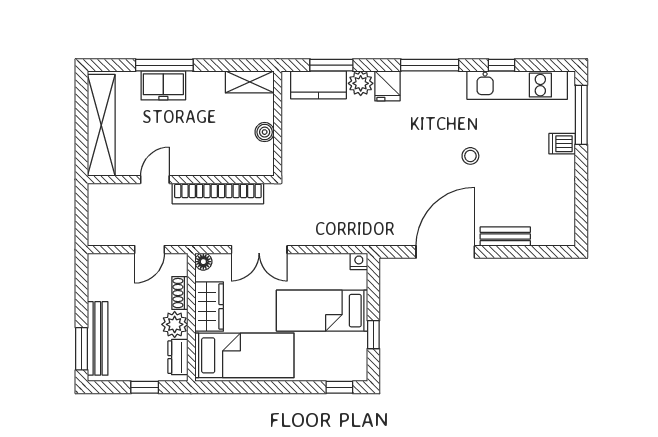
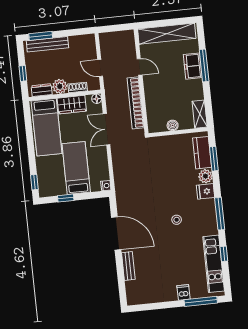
stool: (470, 156) -> (177, 220), moved

